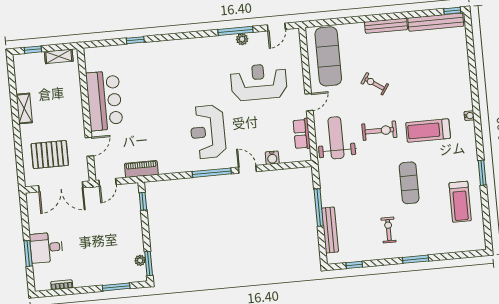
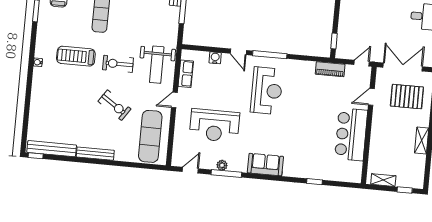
sofa: (194, 49) -> (265, 165), added
exercise bike: (375, 84) -> (115, 105), width x1.38, depth x1.39
treadmill: (428, 130) -> (76, 56), turned 180

